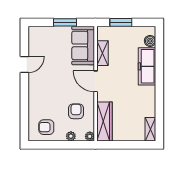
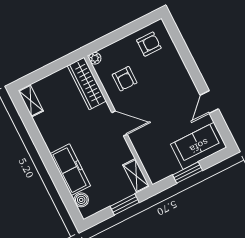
sofa: (83, 45) -> (199, 146), moved, turned -90
shelving: (103, 53) -> (136, 176), moved
plant: (71, 136) -> (116, 48), removed

